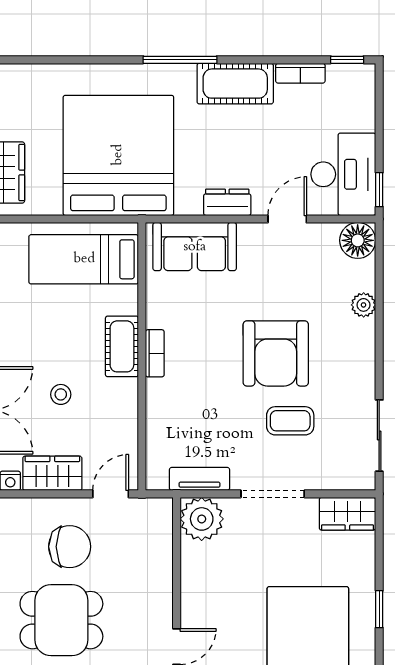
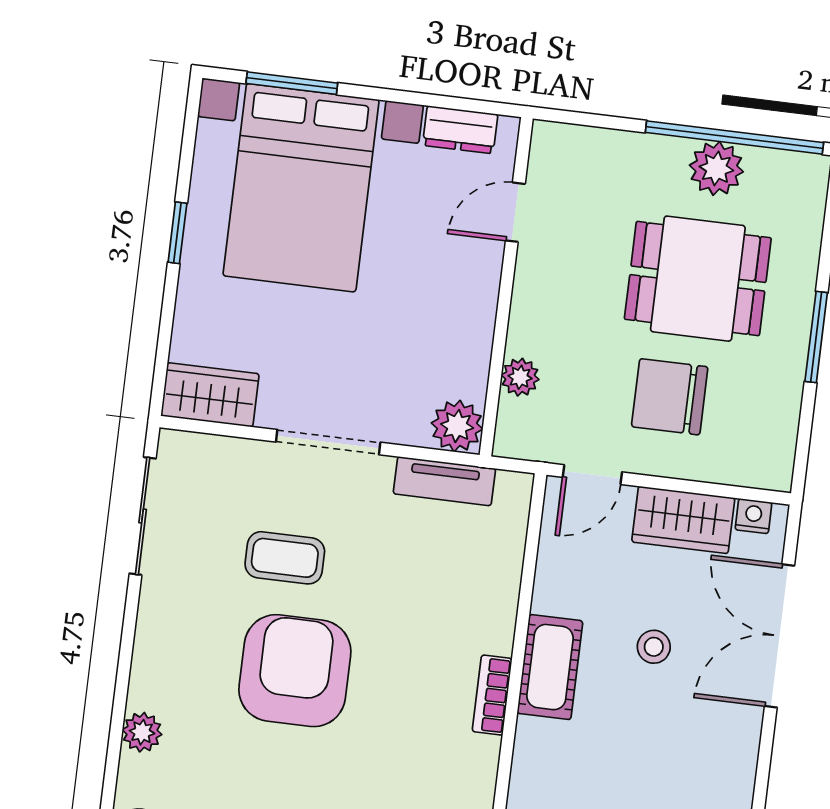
cot: (122, 346) -> (550, 667), moved
plant: (202, 519) -> (457, 426), width x0.73, depth x0.73
plant: (161, 547) -> (520, 377), added

